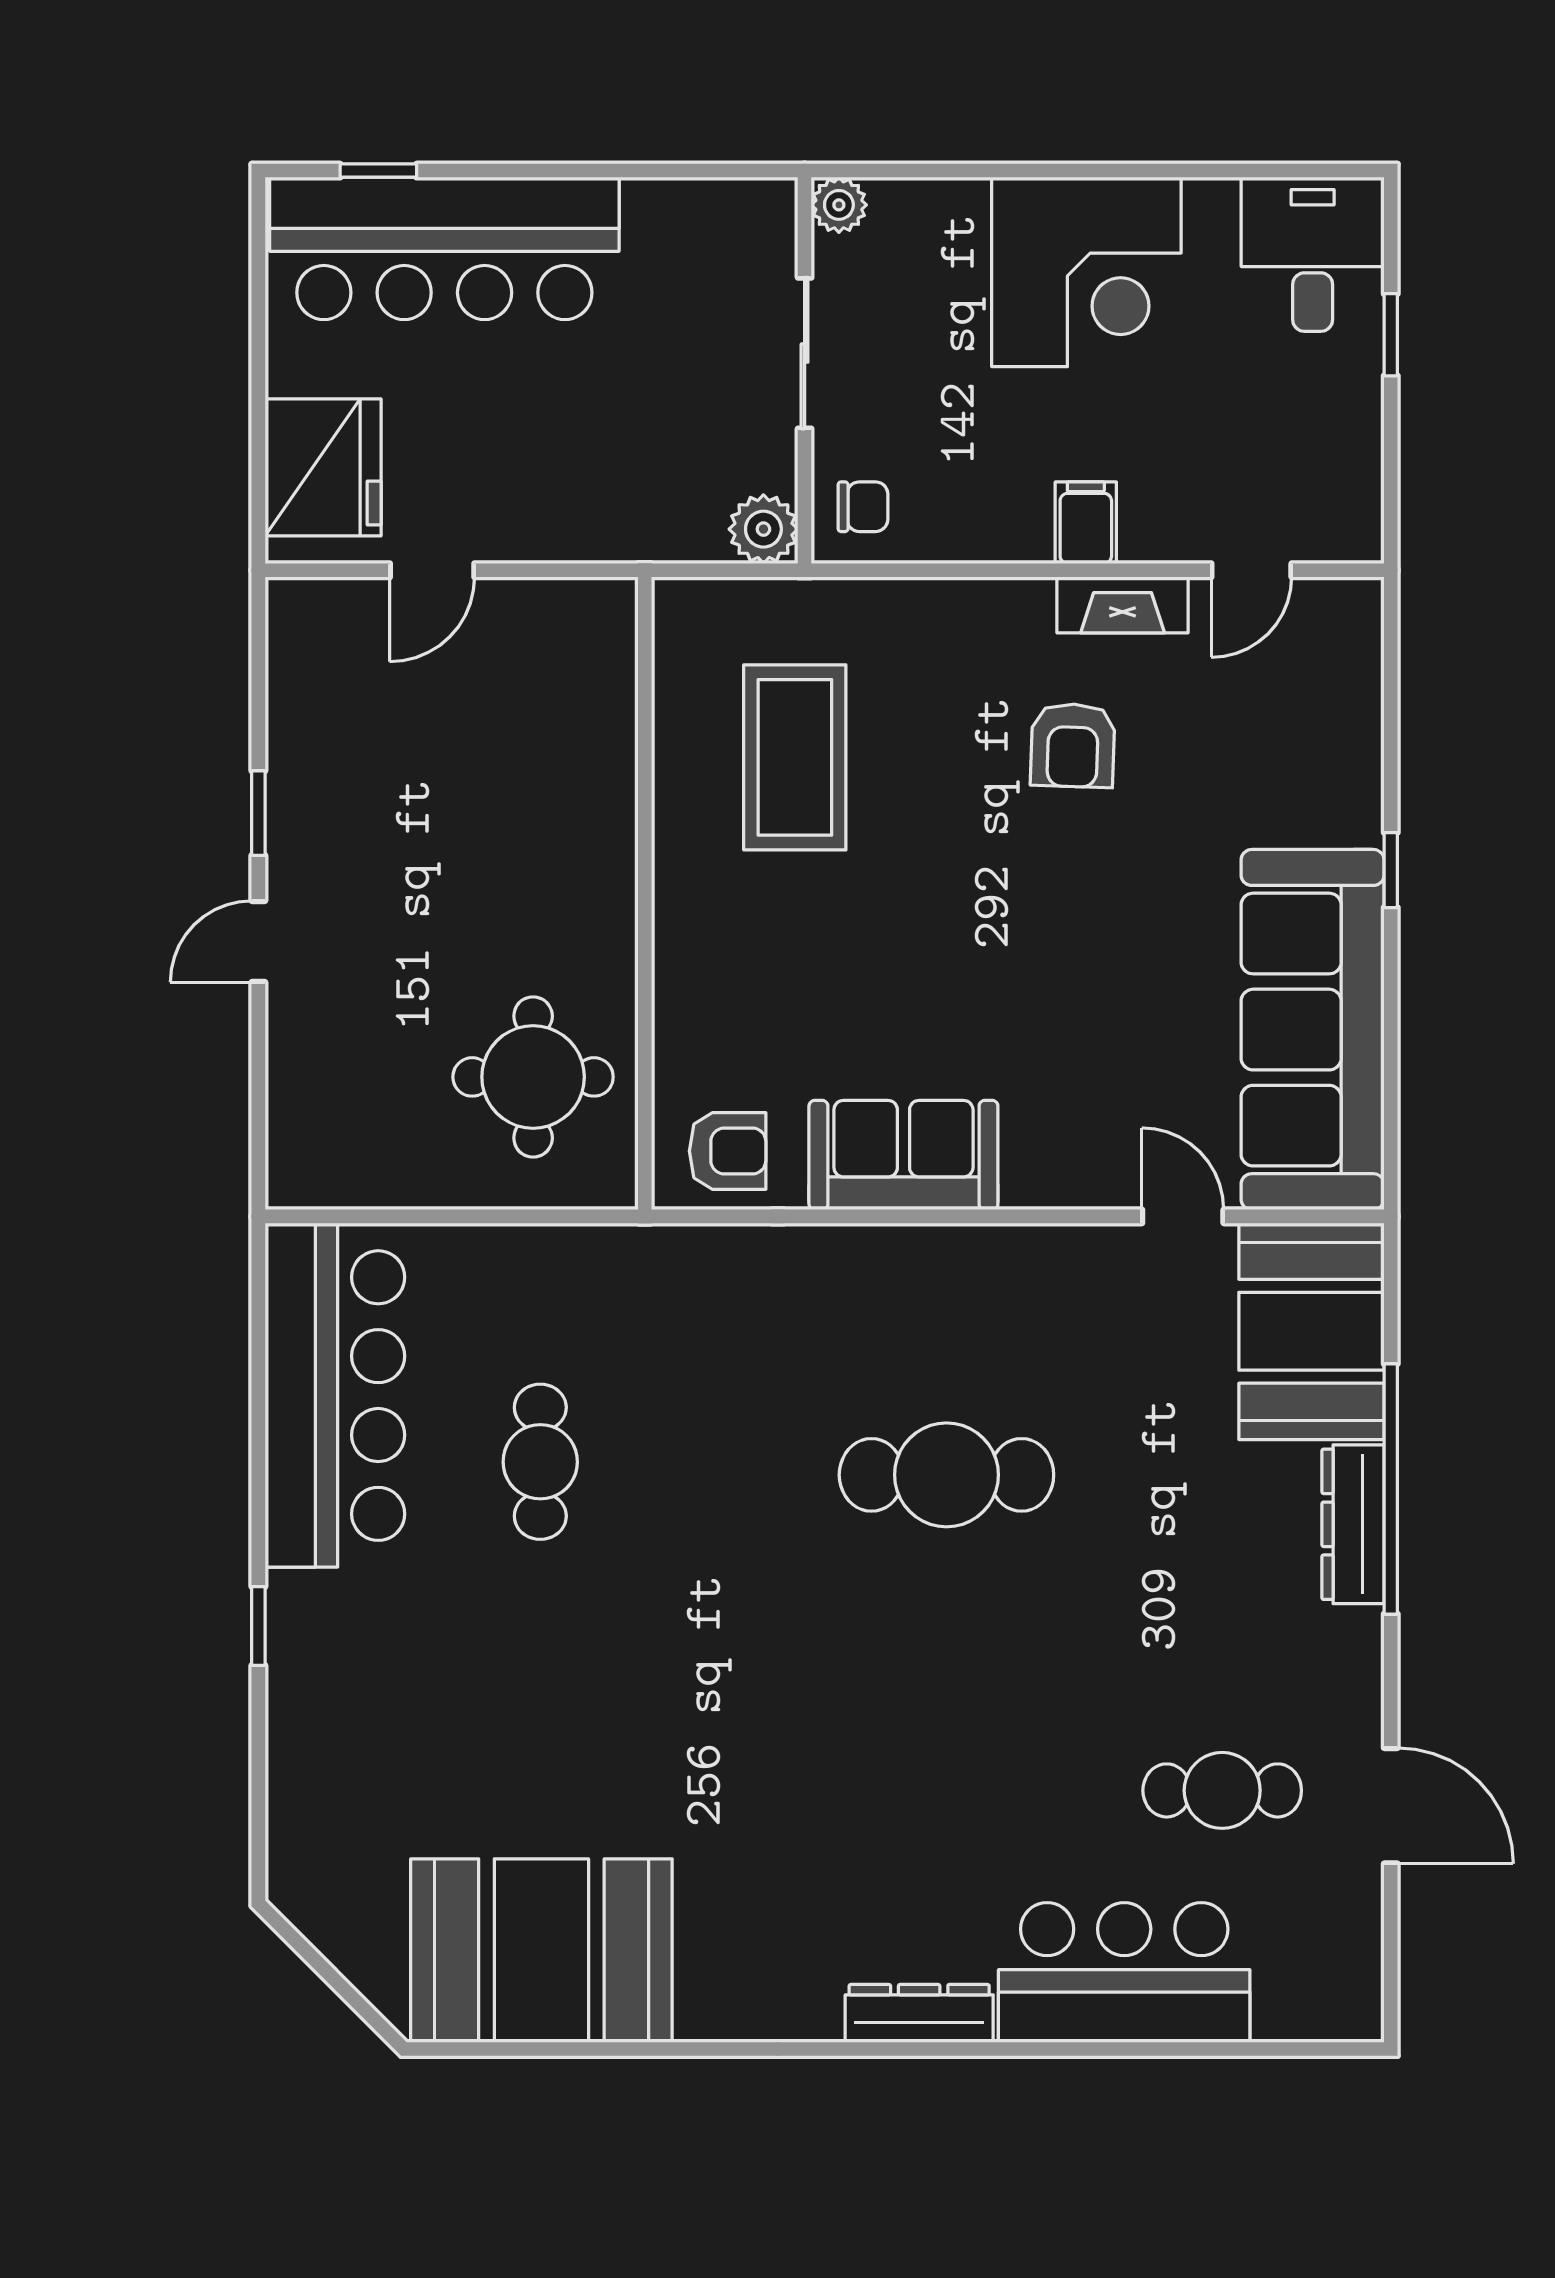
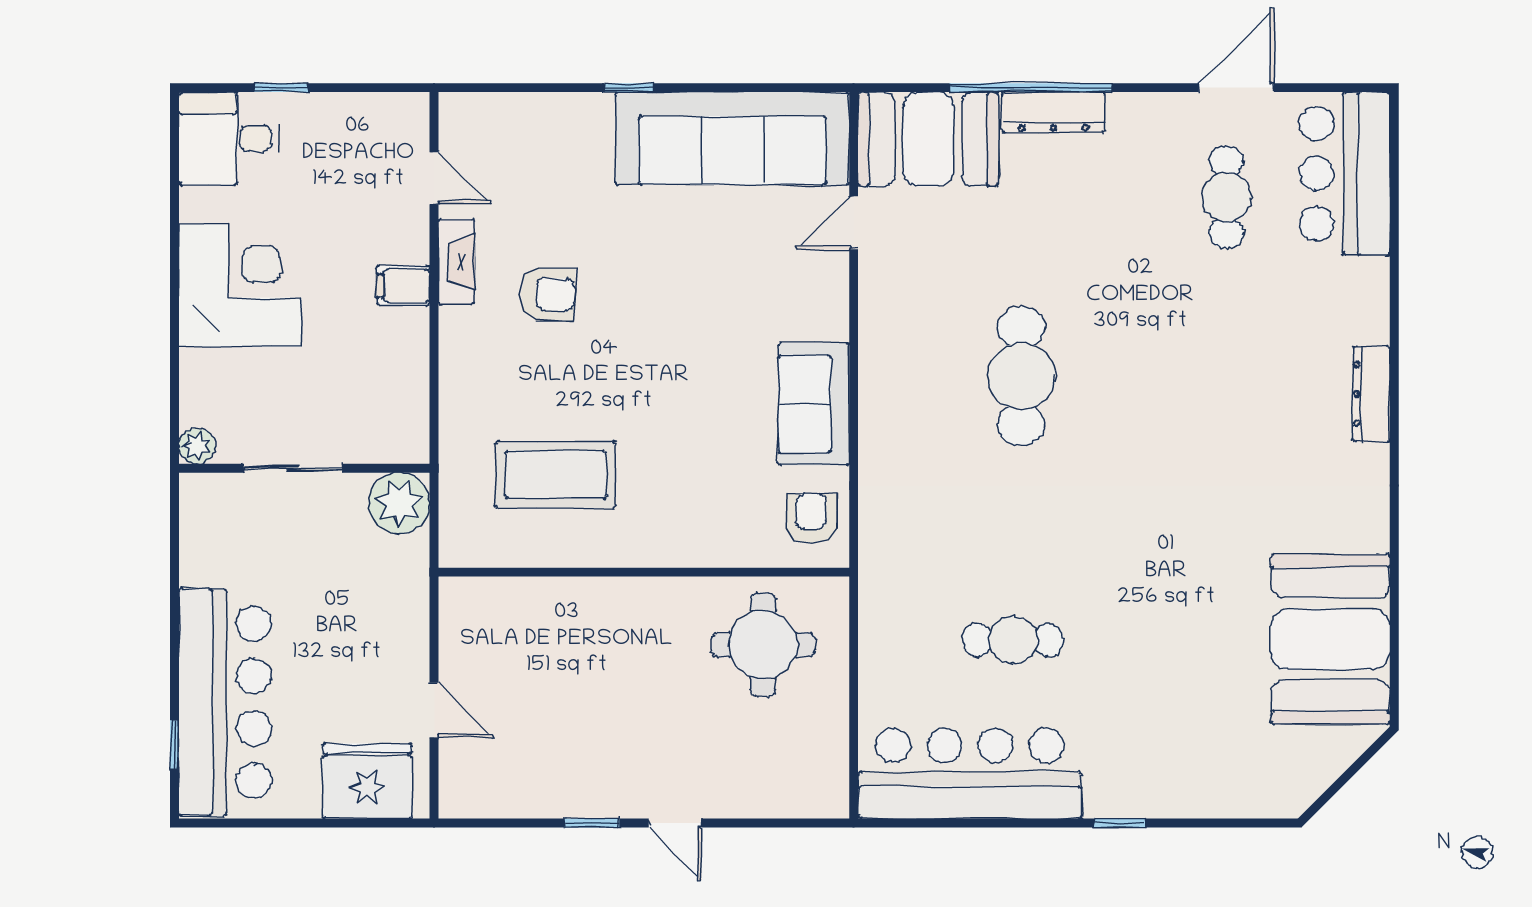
chair: (863, 507) -> (393, 430), removed
plant: (763, 529) -> (399, 503), width x1.36, depth x1.36
bar counter: (1124, 1972) -> (1345, 174), moved

